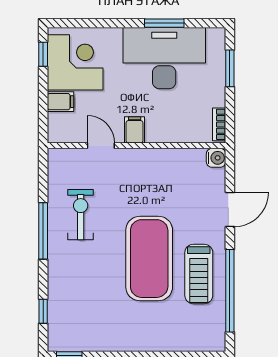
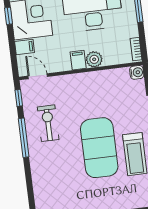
plant: (158, 132) -> (94, 59), added
door: (101, 146) -> (38, 76), moved
window: (43, 311) -> (19, 98), moved

